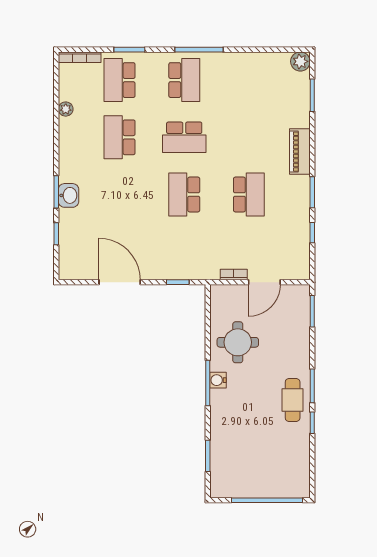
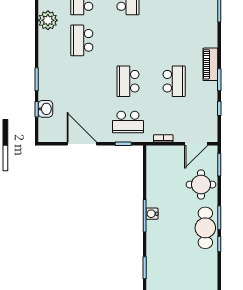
plant: (66, 109) -> (48, 20), width x1.87, depth x1.87
school desk: (184, 137) -> (128, 122), moved
piano: (300, 152) -> (210, 64), moved
washbasin: (69, 195) -> (45, 109), moved
door: (264, 282) -> (196, 144), moved
round table: (238, 342) -> (201, 185), moved
cafe table: (293, 400) -> (205, 228), width x1.37, depth x1.35

